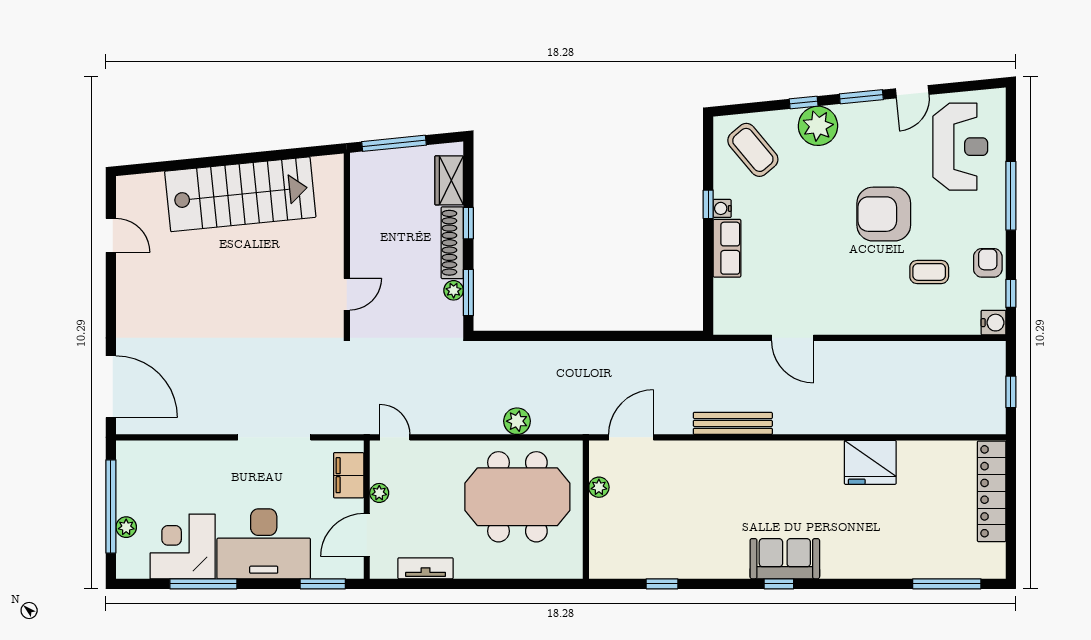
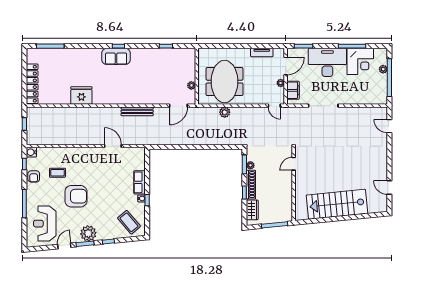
plant: (818, 126) -> (88, 233), moved
door: (111, 387) -> (389, 126), width x0.53
meeting table: (517, 497) -> (225, 82), turned 90

